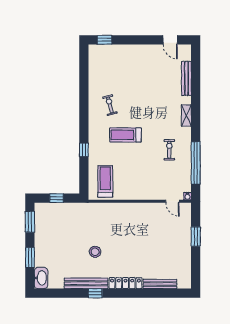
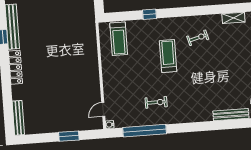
shelving: (186, 116) -> (233, 18), moved
treadmill: (105, 181) -> (119, 39), turned 90
stool: (95, 252) -> (45, 34), removed
bench: (160, 284) -> (18, 118), moved

